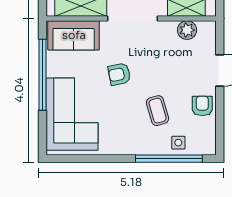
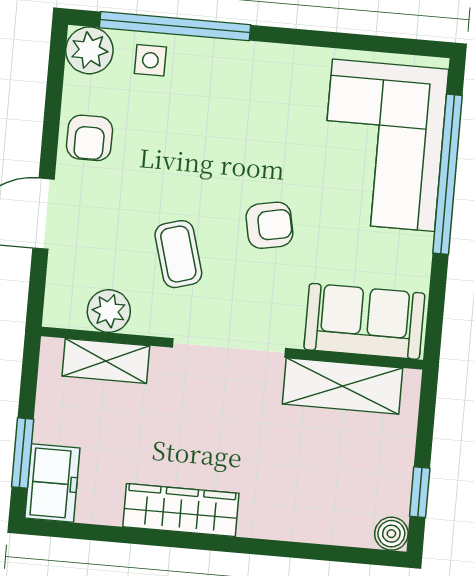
window: (42, 75) -> (448, 174), moved
coffee table: (158, 111) -> (178, 254), moved
plant: (206, 145) -> (89, 50), added

